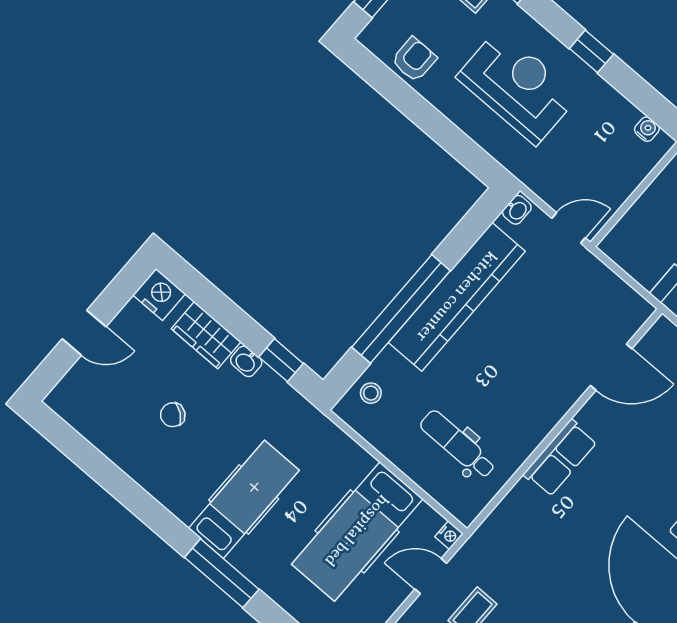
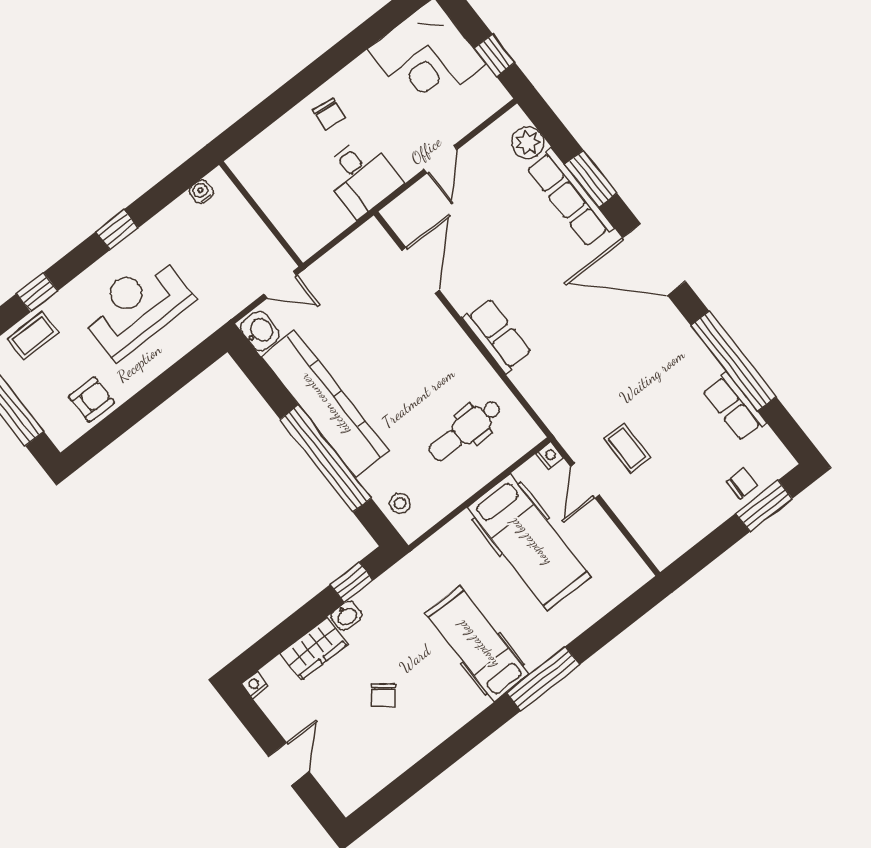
armchair: (414, 60) -> (91, 400), turned 90
washbasin: (517, 210) -> (260, 331), width x1.38, depth x1.45
door: (569, 228) -> (280, 284), swing flipped
nightstand: (159, 294) -> (255, 685), width x0.53, depth x0.56

